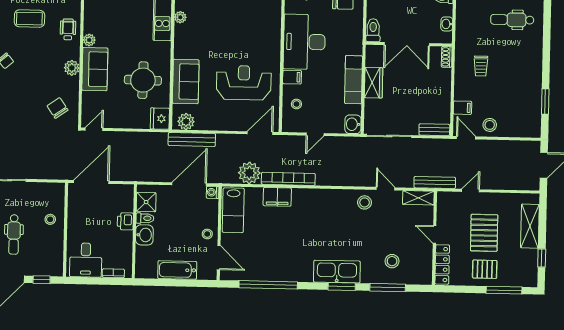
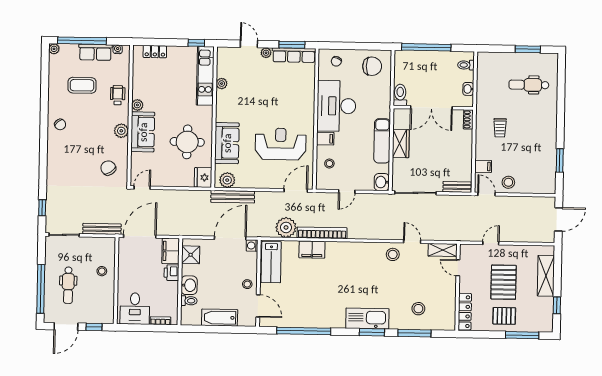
bench: (435, 182) -> (102, 229), moved
filing cabinet: (124, 198) -> (171, 251), added
toilet: (145, 218) -> (189, 301), moved
door: (435, 235) -> (458, 268), moved

